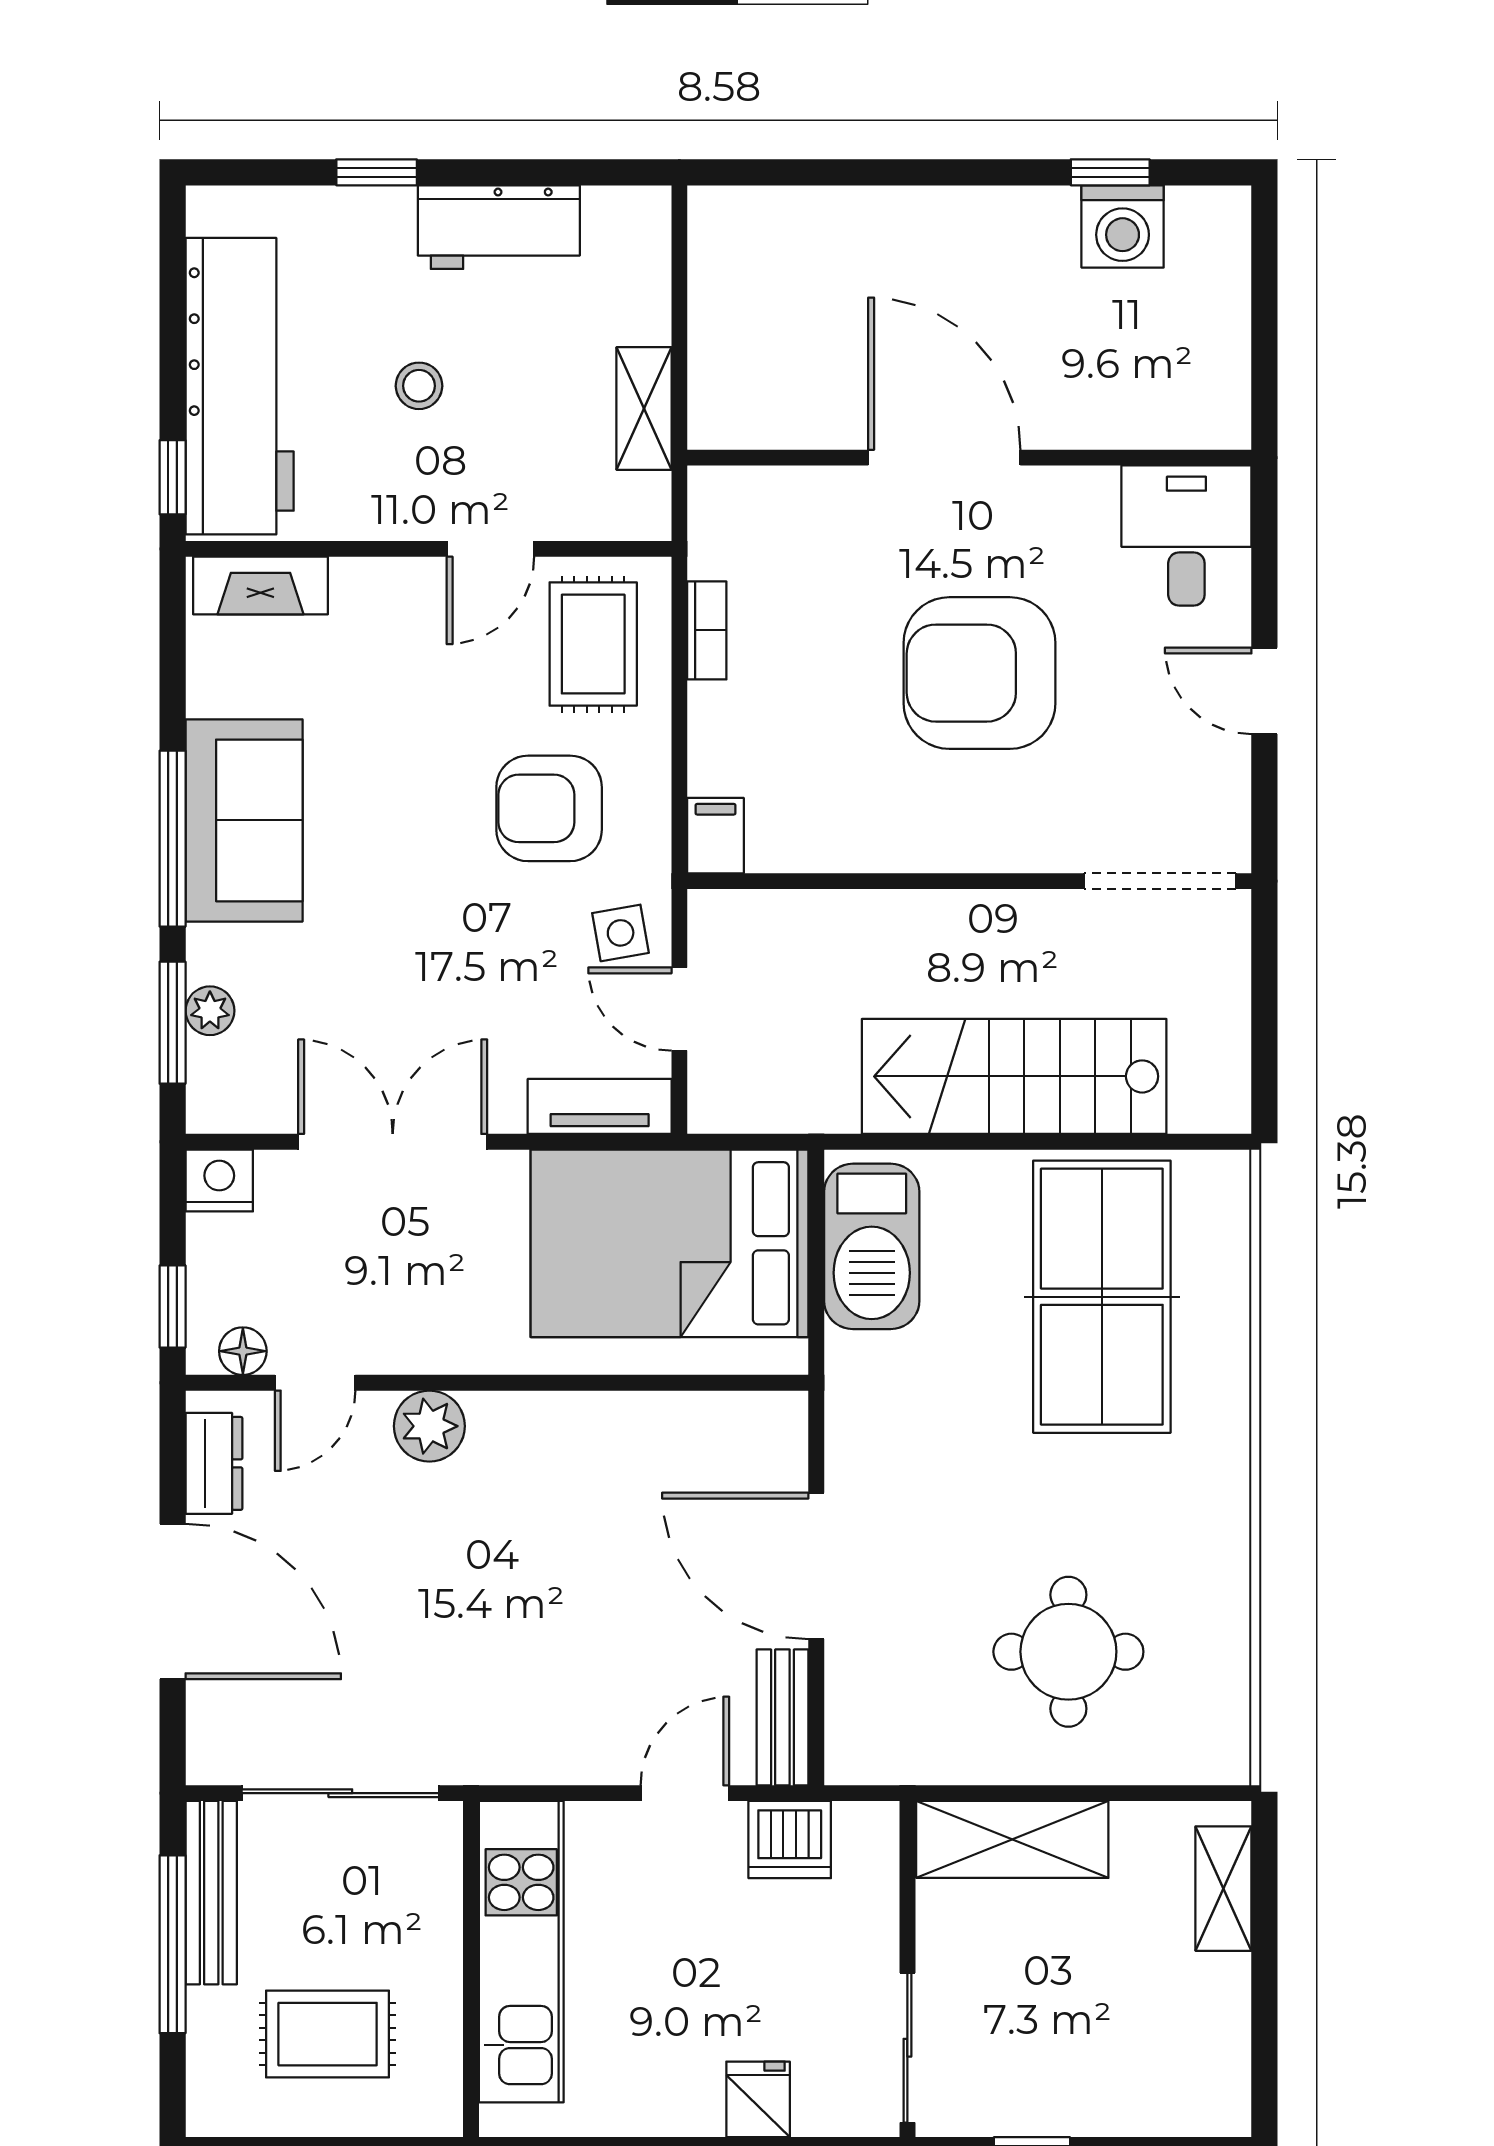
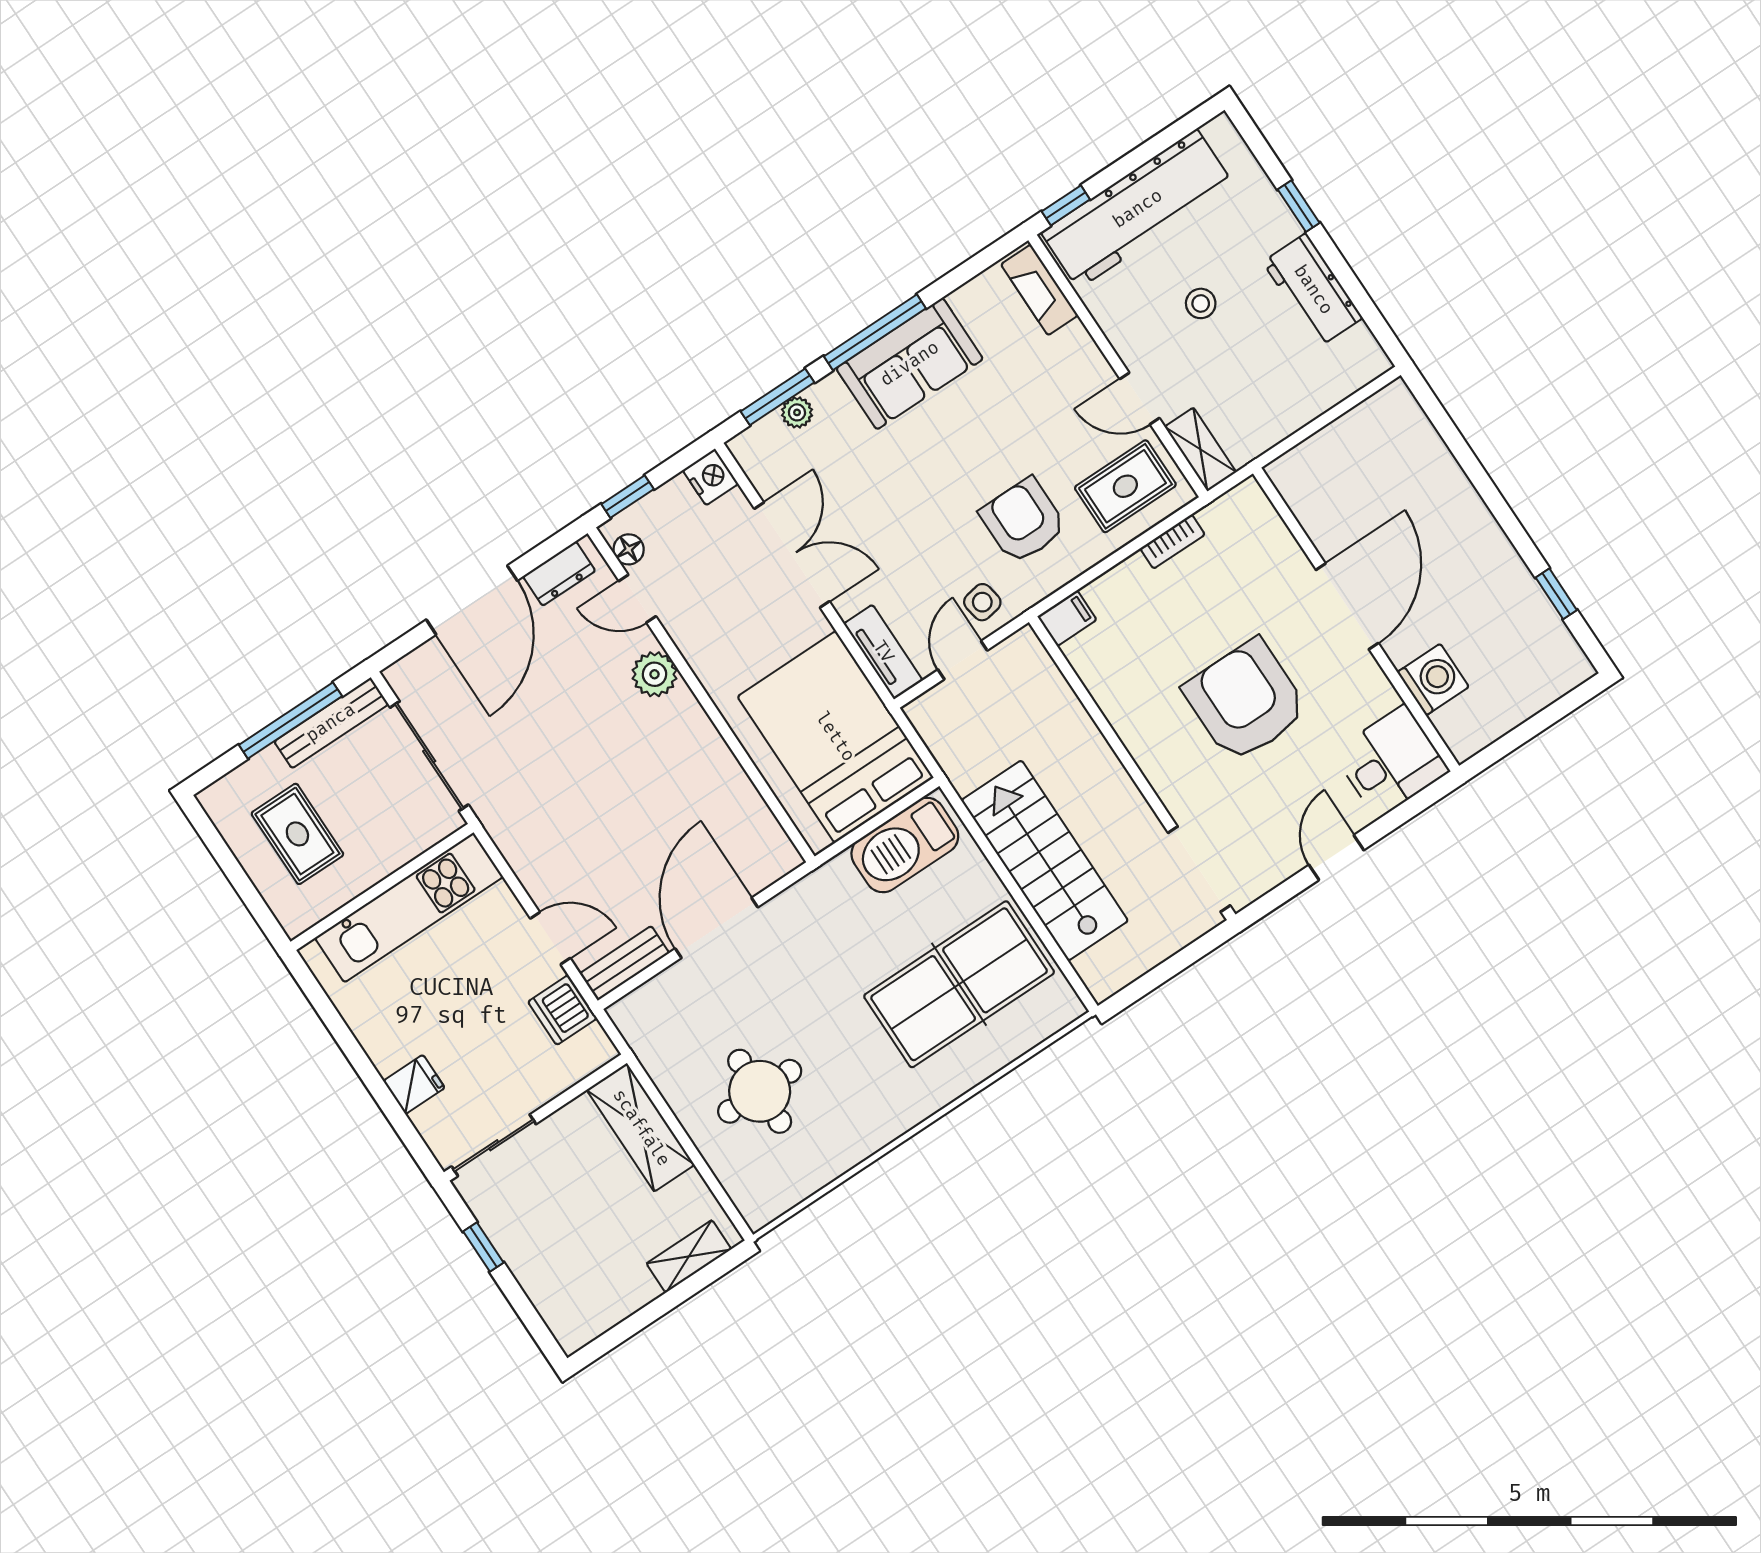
washing machine: (1123, 226) -> (1433, 680), moved, turned 180
shelving: (644, 409) -> (1200, 449), moved, turned 90

